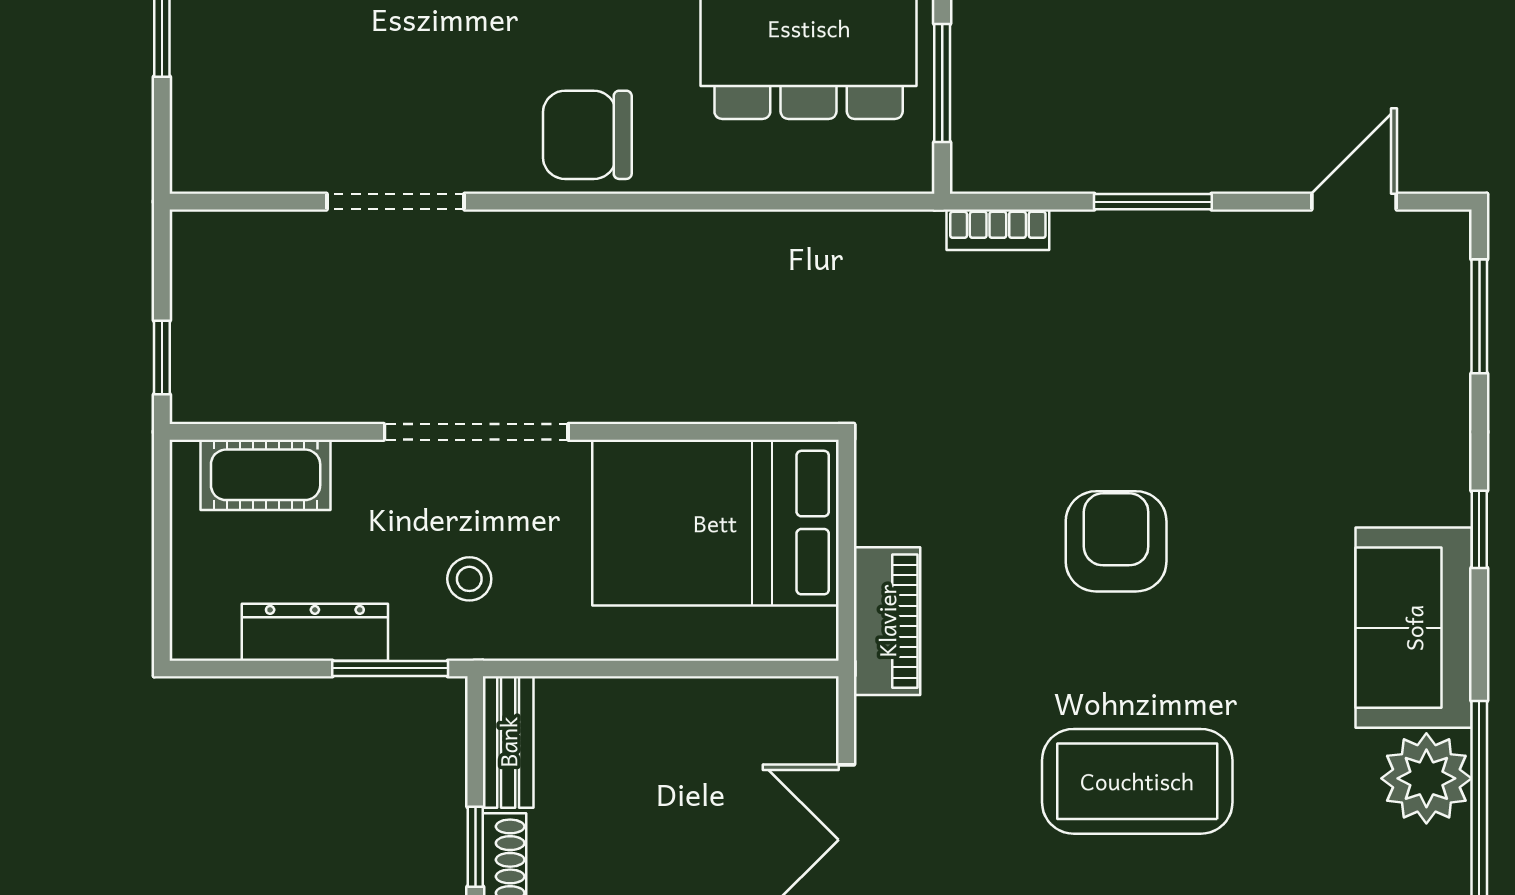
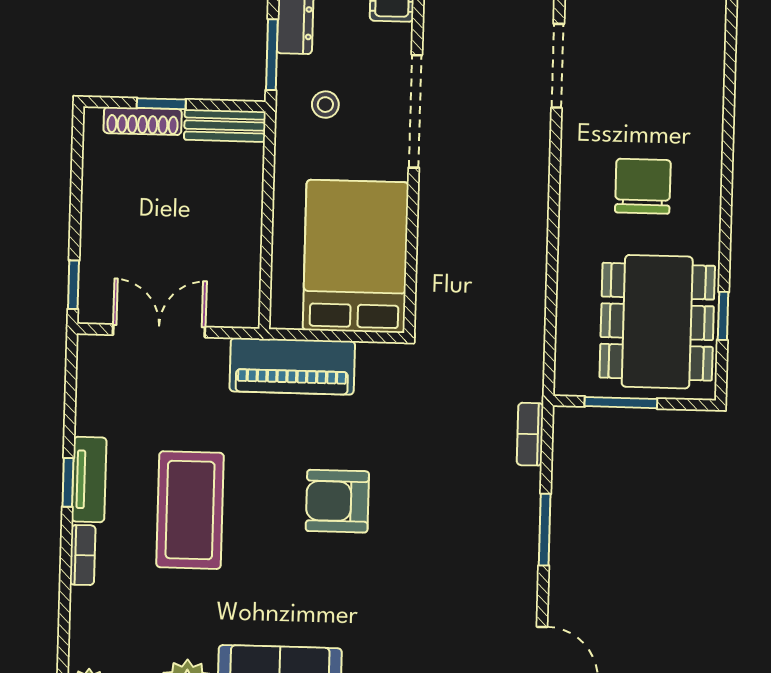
chair: (587, 135) -> (643, 186), moved
armchair: (1116, 541) -> (337, 501), turned 180
piano: (887, 621) -> (292, 366), width x1.37, depth x1.33

